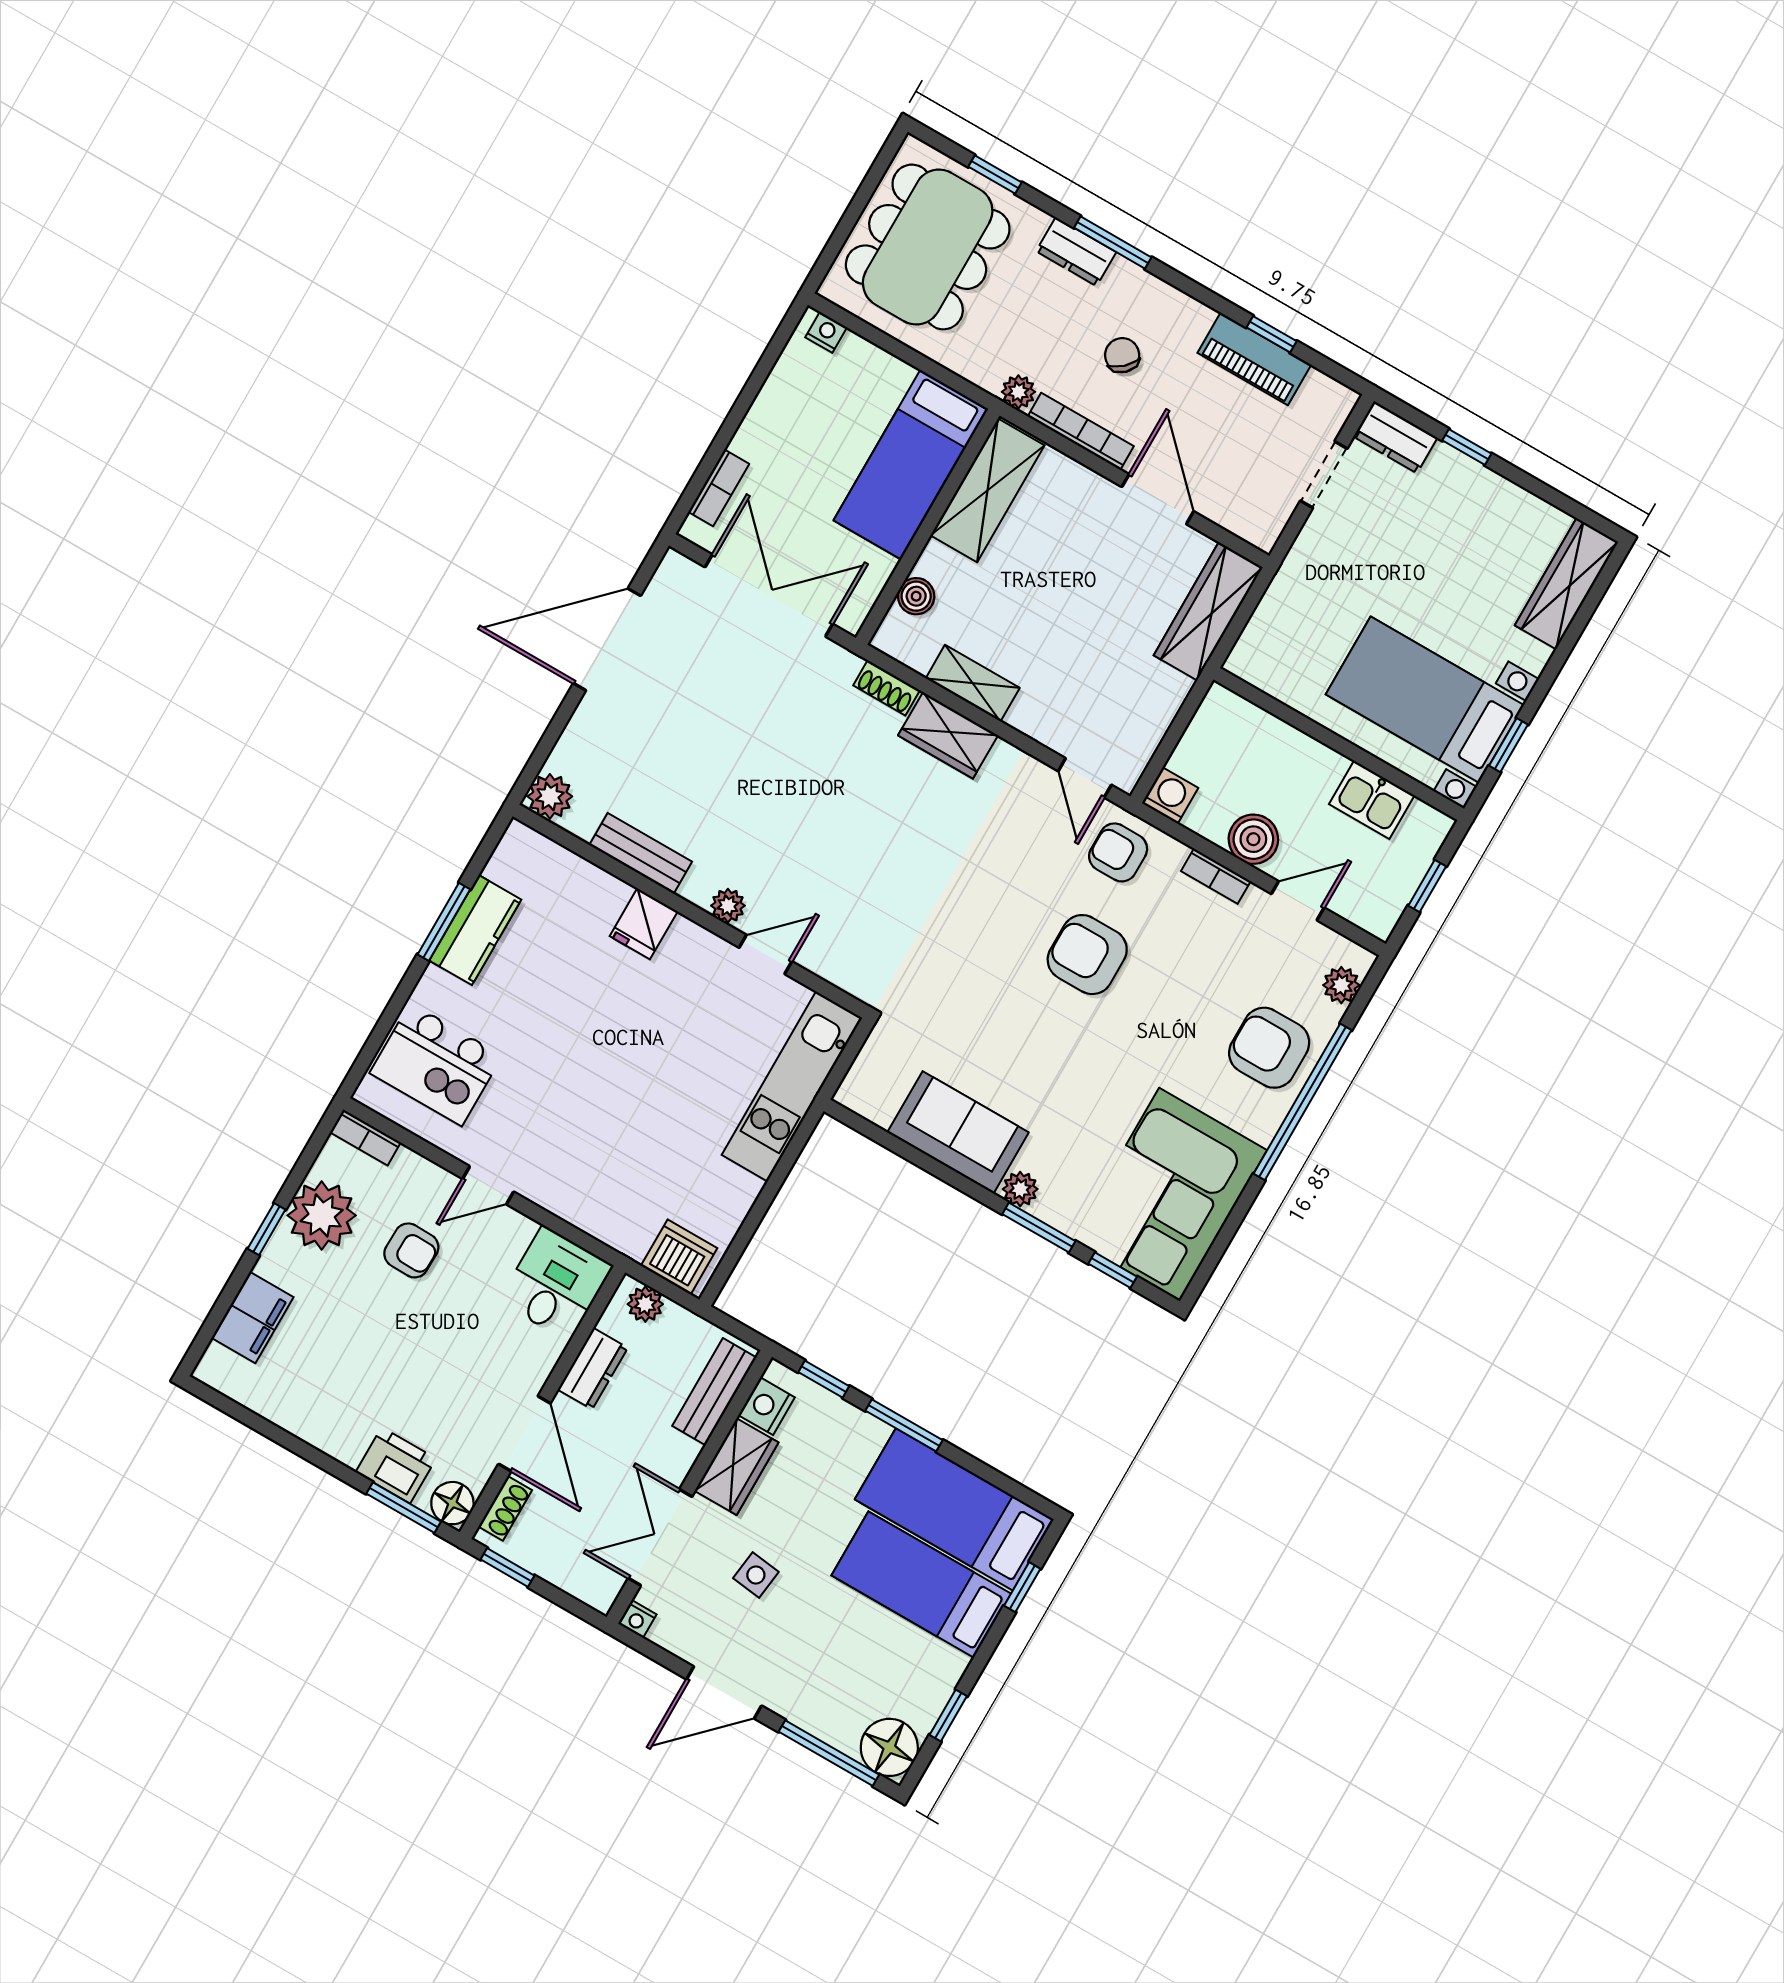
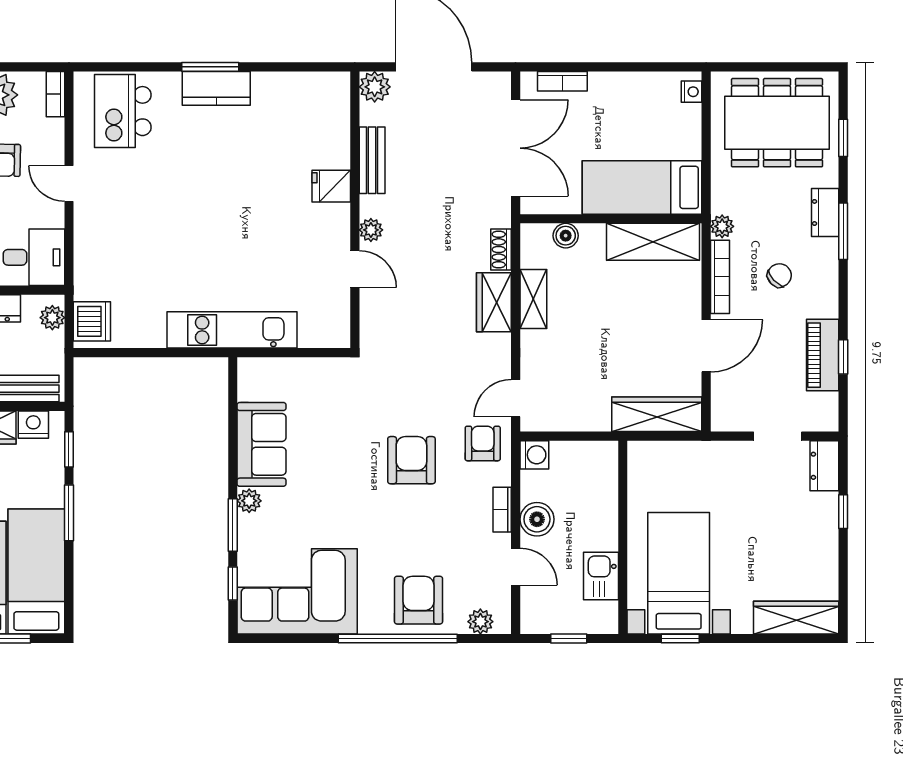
plant: (550, 796) -> (375, 87), moved
bench: (641, 853) -> (372, 160), moved
plant: (728, 906) -> (371, 230), moved
wall: (691, 911) -> (355, 210), moved
fridge: (644, 924) -> (331, 186), moved
door: (766, 954) -> (355, 269), moved

